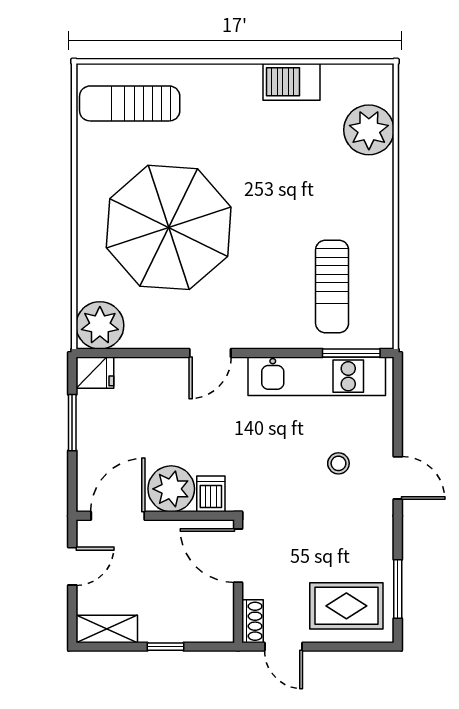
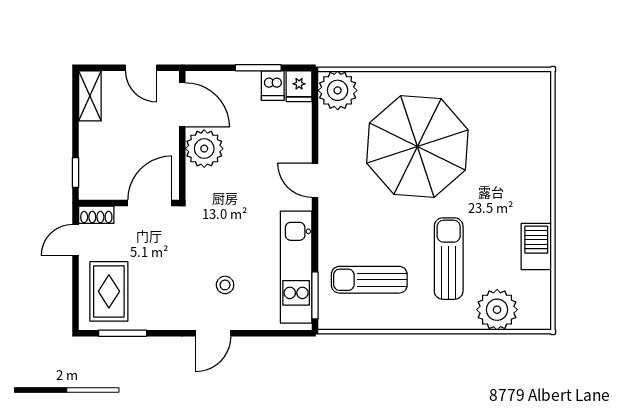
sun lounger: (130, 103) -> (449, 259), moved
dishwasher: (211, 494) -> (273, 86), moved, turned 90
window: (165, 647) -> (76, 172), moved

